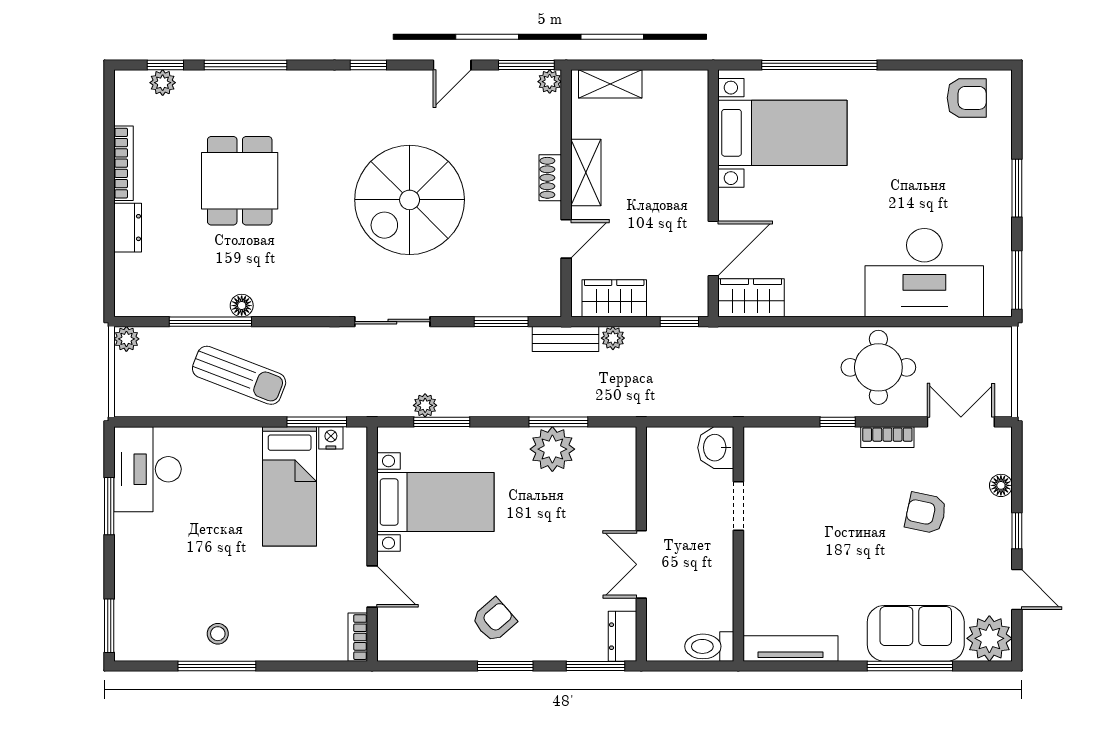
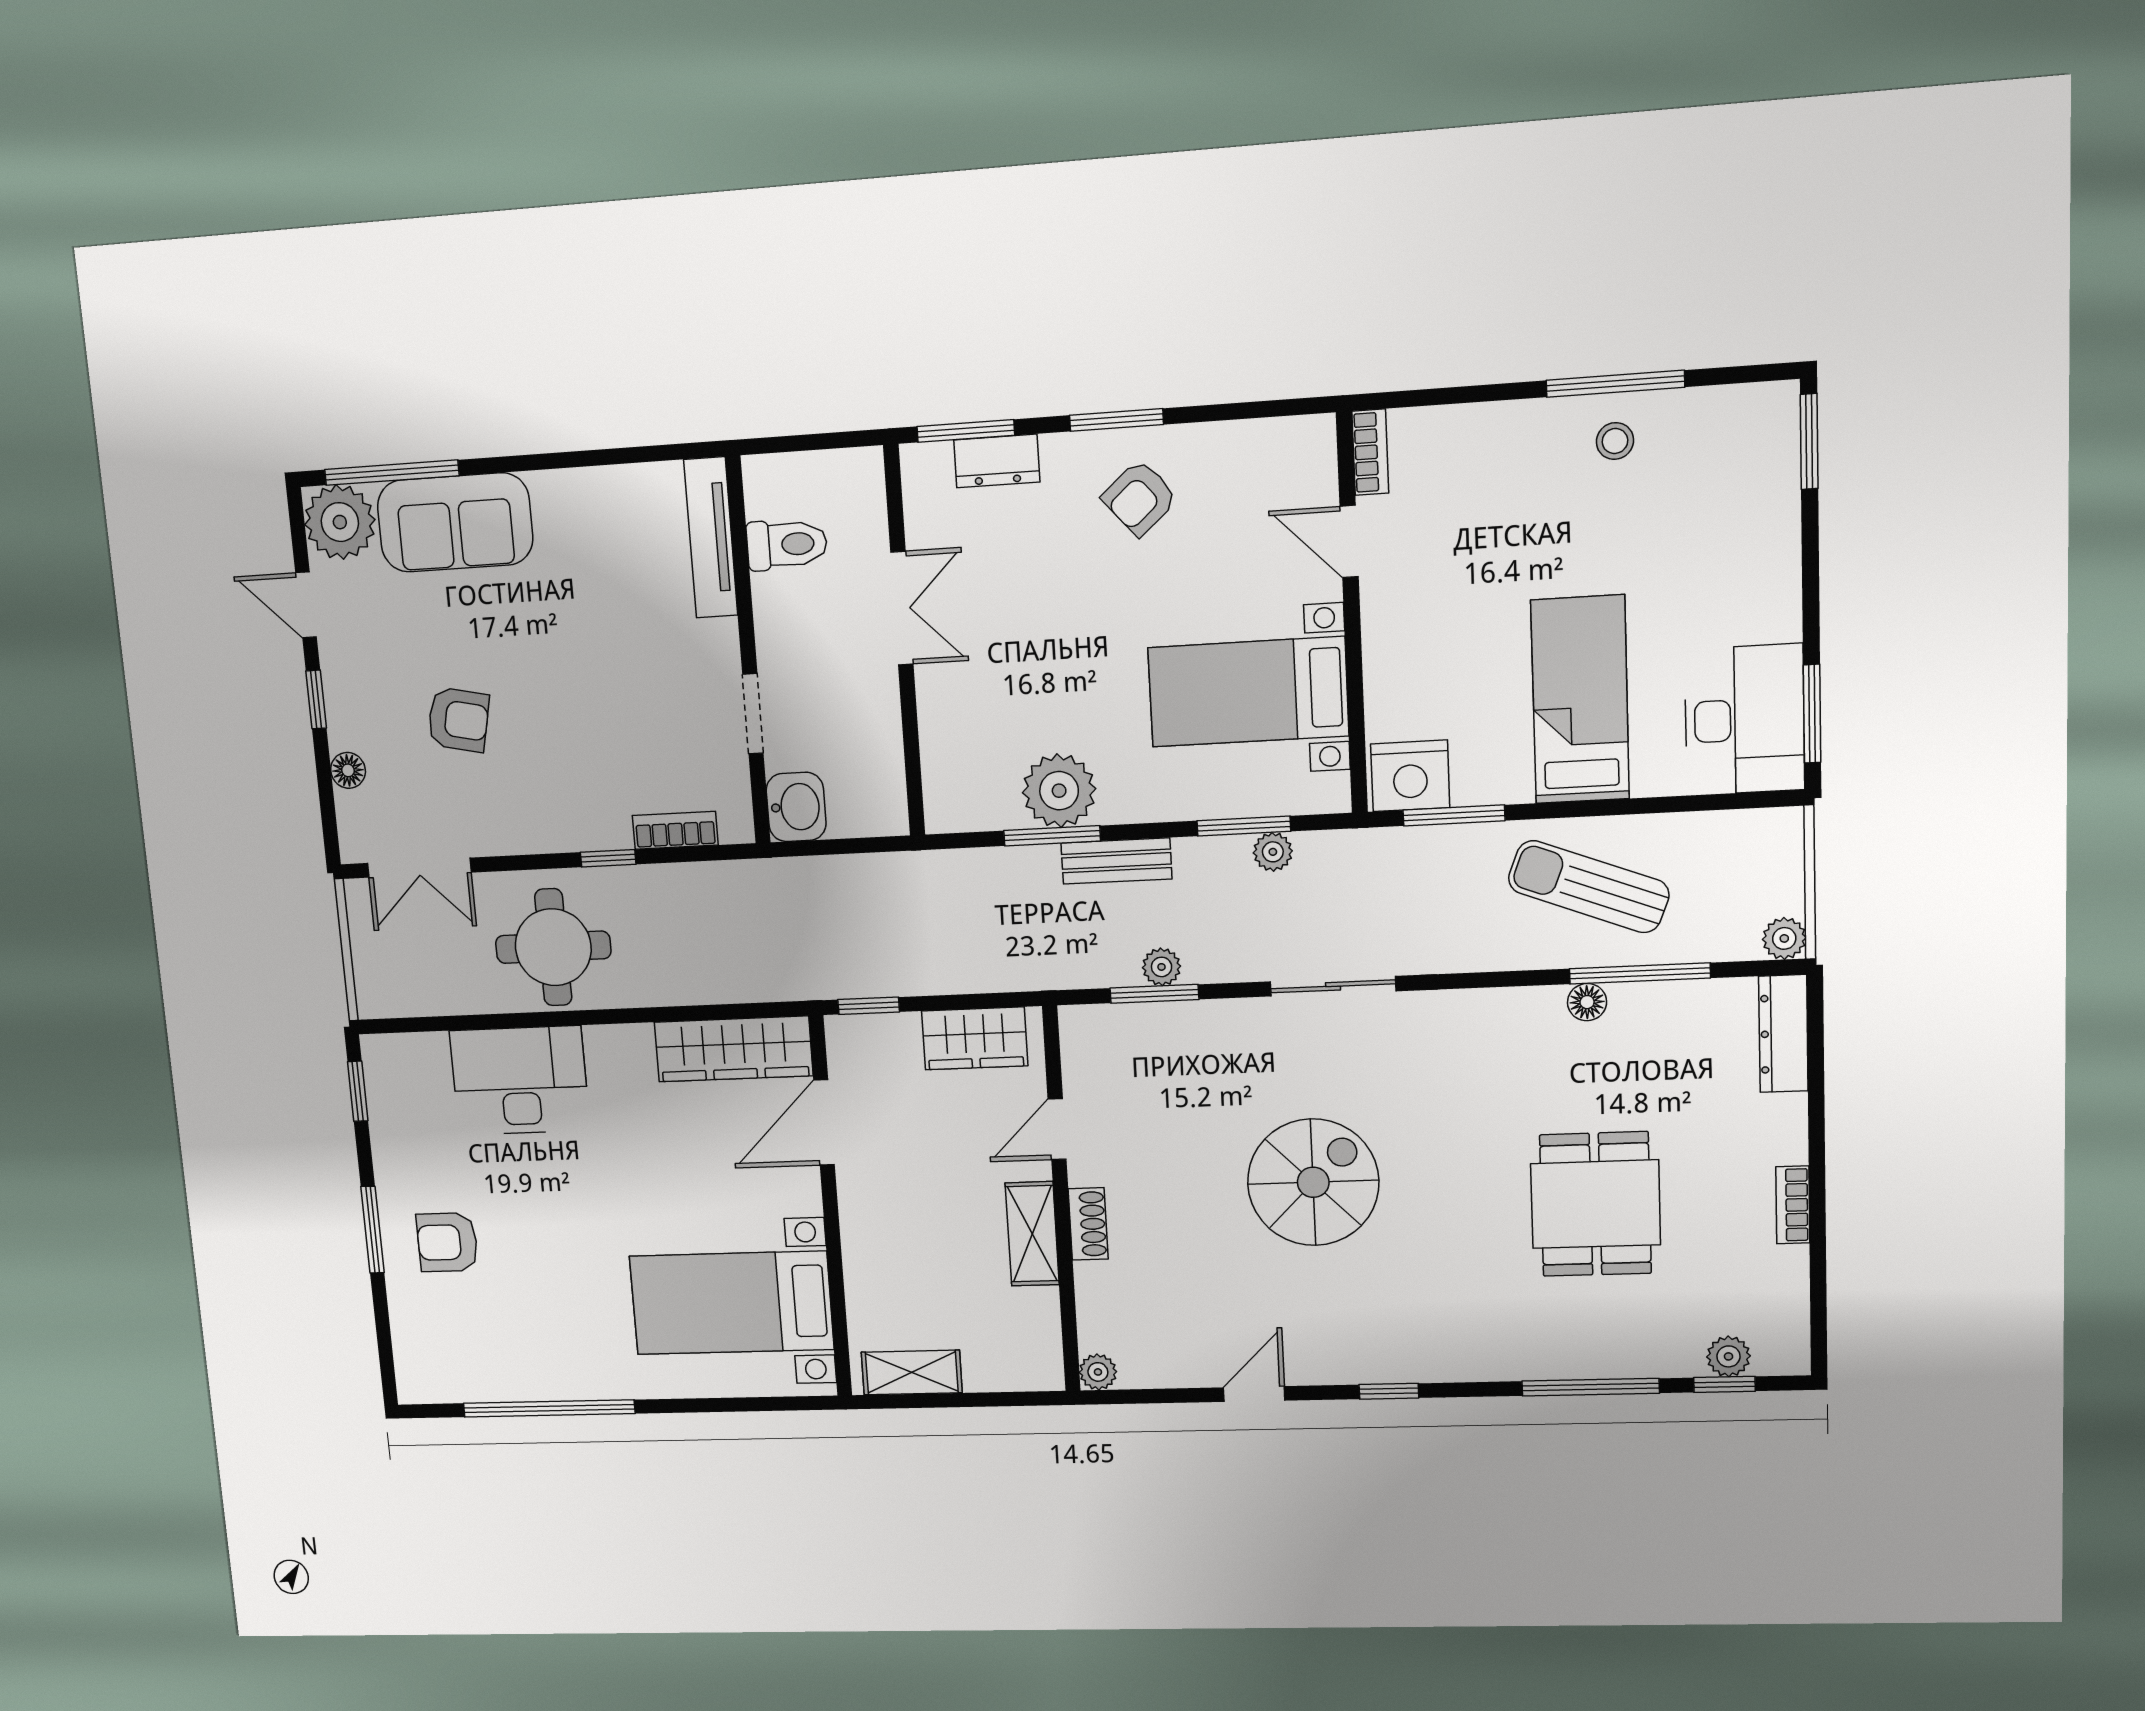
window: (526, 65) -> (1136, 1396), removed
window: (819, 65) -> (549, 1408), moved
shelving: (610, 84) -> (912, 1372), moved
armchair: (967, 98) -> (447, 1242), moved
bookcase: (123, 163) -> (1793, 1205), width x0.64
spiral stairs: (410, 200) -> (1313, 1182), width x0.73, depth x0.73
dresser: (128, 228) -> (1783, 1034), moved, width x1.44
desk: (924, 273) -> (520, 1080), width x0.73, depth x0.77
window: (1017, 280) -> (358, 1091), width x0.67
wardrobe: (751, 298) -> (734, 1049), width x1.50
plant: (613, 338) -> (1162, 967), moved
bench: (565, 339) -> (1116, 861), moved
bookcase: (887, 437) -> (675, 830), moved
nightstand: (331, 438) -> (1410, 776), width x1.89, depth x1.79
bed: (290, 486) -> (1580, 700), moved
window: (109, 506) -> (1812, 714), moved
dresser: (623, 636) -> (997, 461), moved, turned 90
toilet: (709, 646) -> (787, 544), moved
tv unit: (790, 648) -> (711, 538), moved, turned 90
window: (910, 666) -> (392, 473), moved

